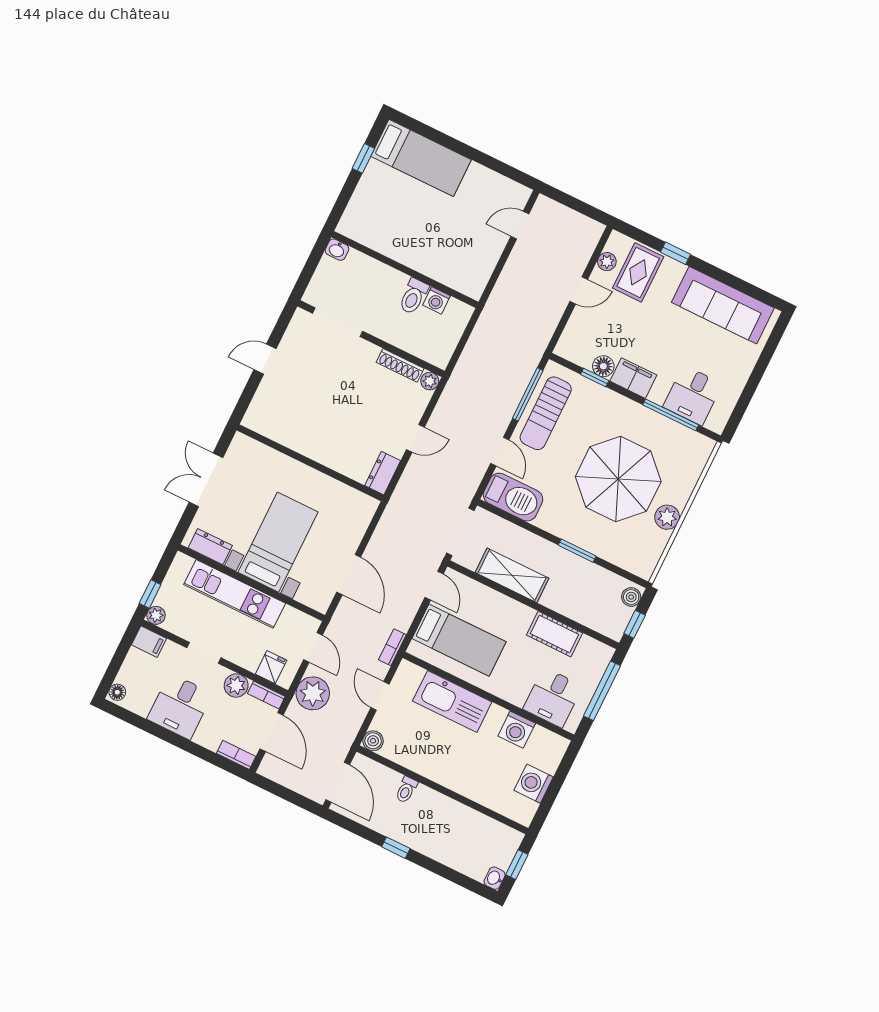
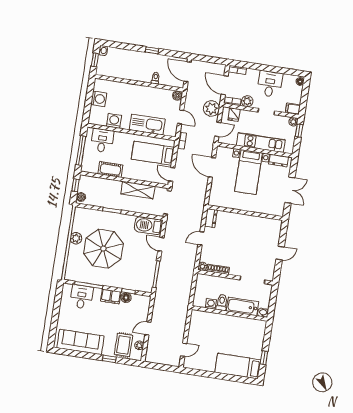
bathtub: (374, 275) -> (242, 306), added
sun lounger: (546, 413) -> (146, 268), removed
door: (313, 647) -> (218, 129), swing flipped

